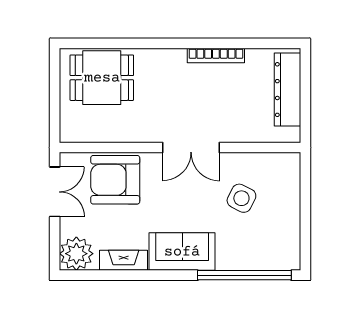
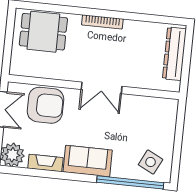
bookcase: (216, 55) -> (102, 22), moved
armchair: (115, 180) -> (45, 105), turned 180
side table: (241, 198) -> (151, 162), moved

